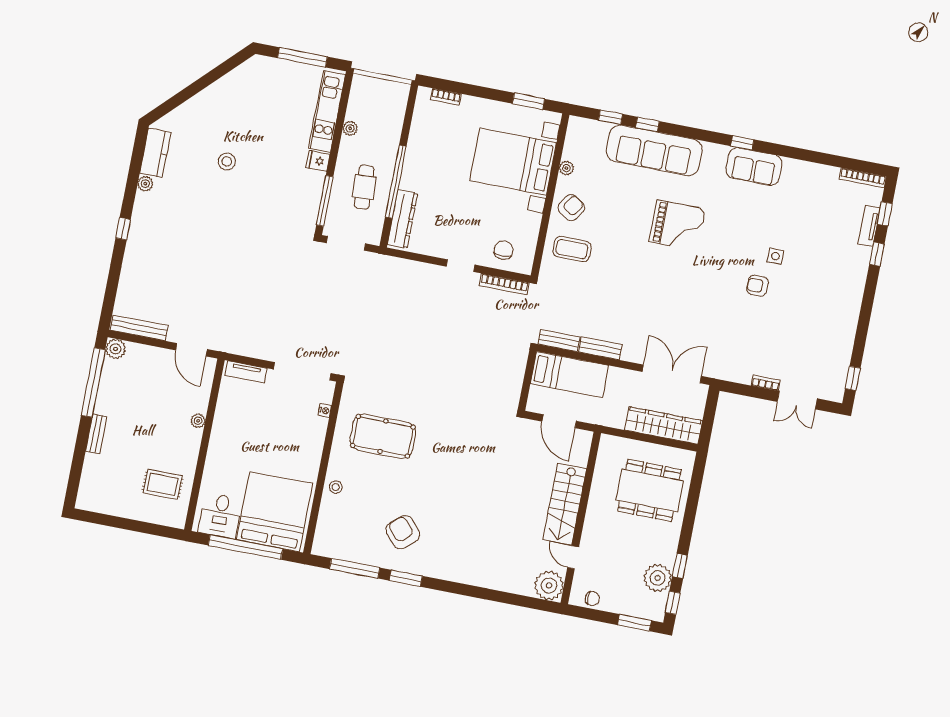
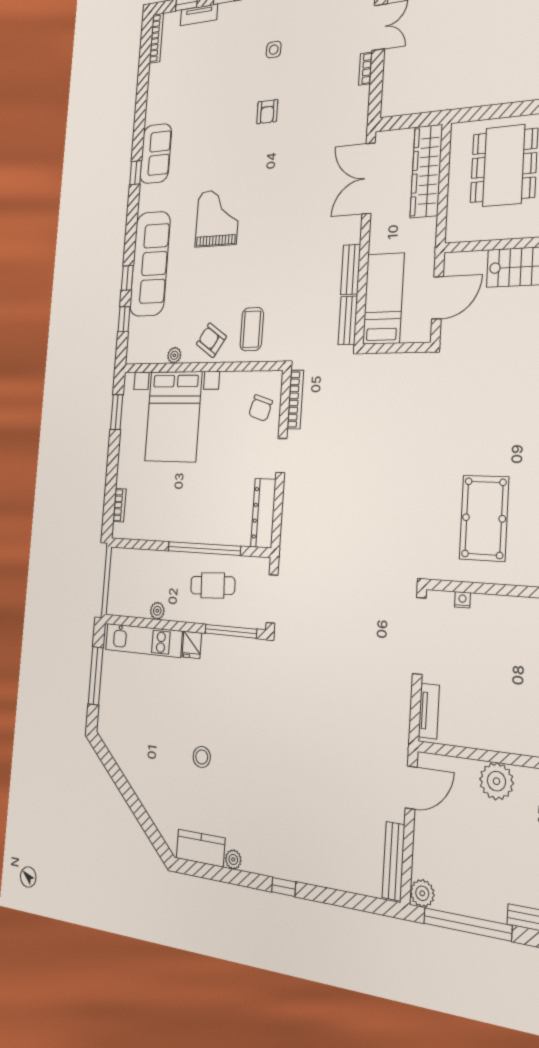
dresser: (403, 219) -> (263, 513), moved, turned -90
chair: (504, 250) -> (261, 408), turned -73
side table: (775, 256) -> (274, 50), moved
plant: (198, 421) -> (497, 781), width x1.88, depth x1.88

